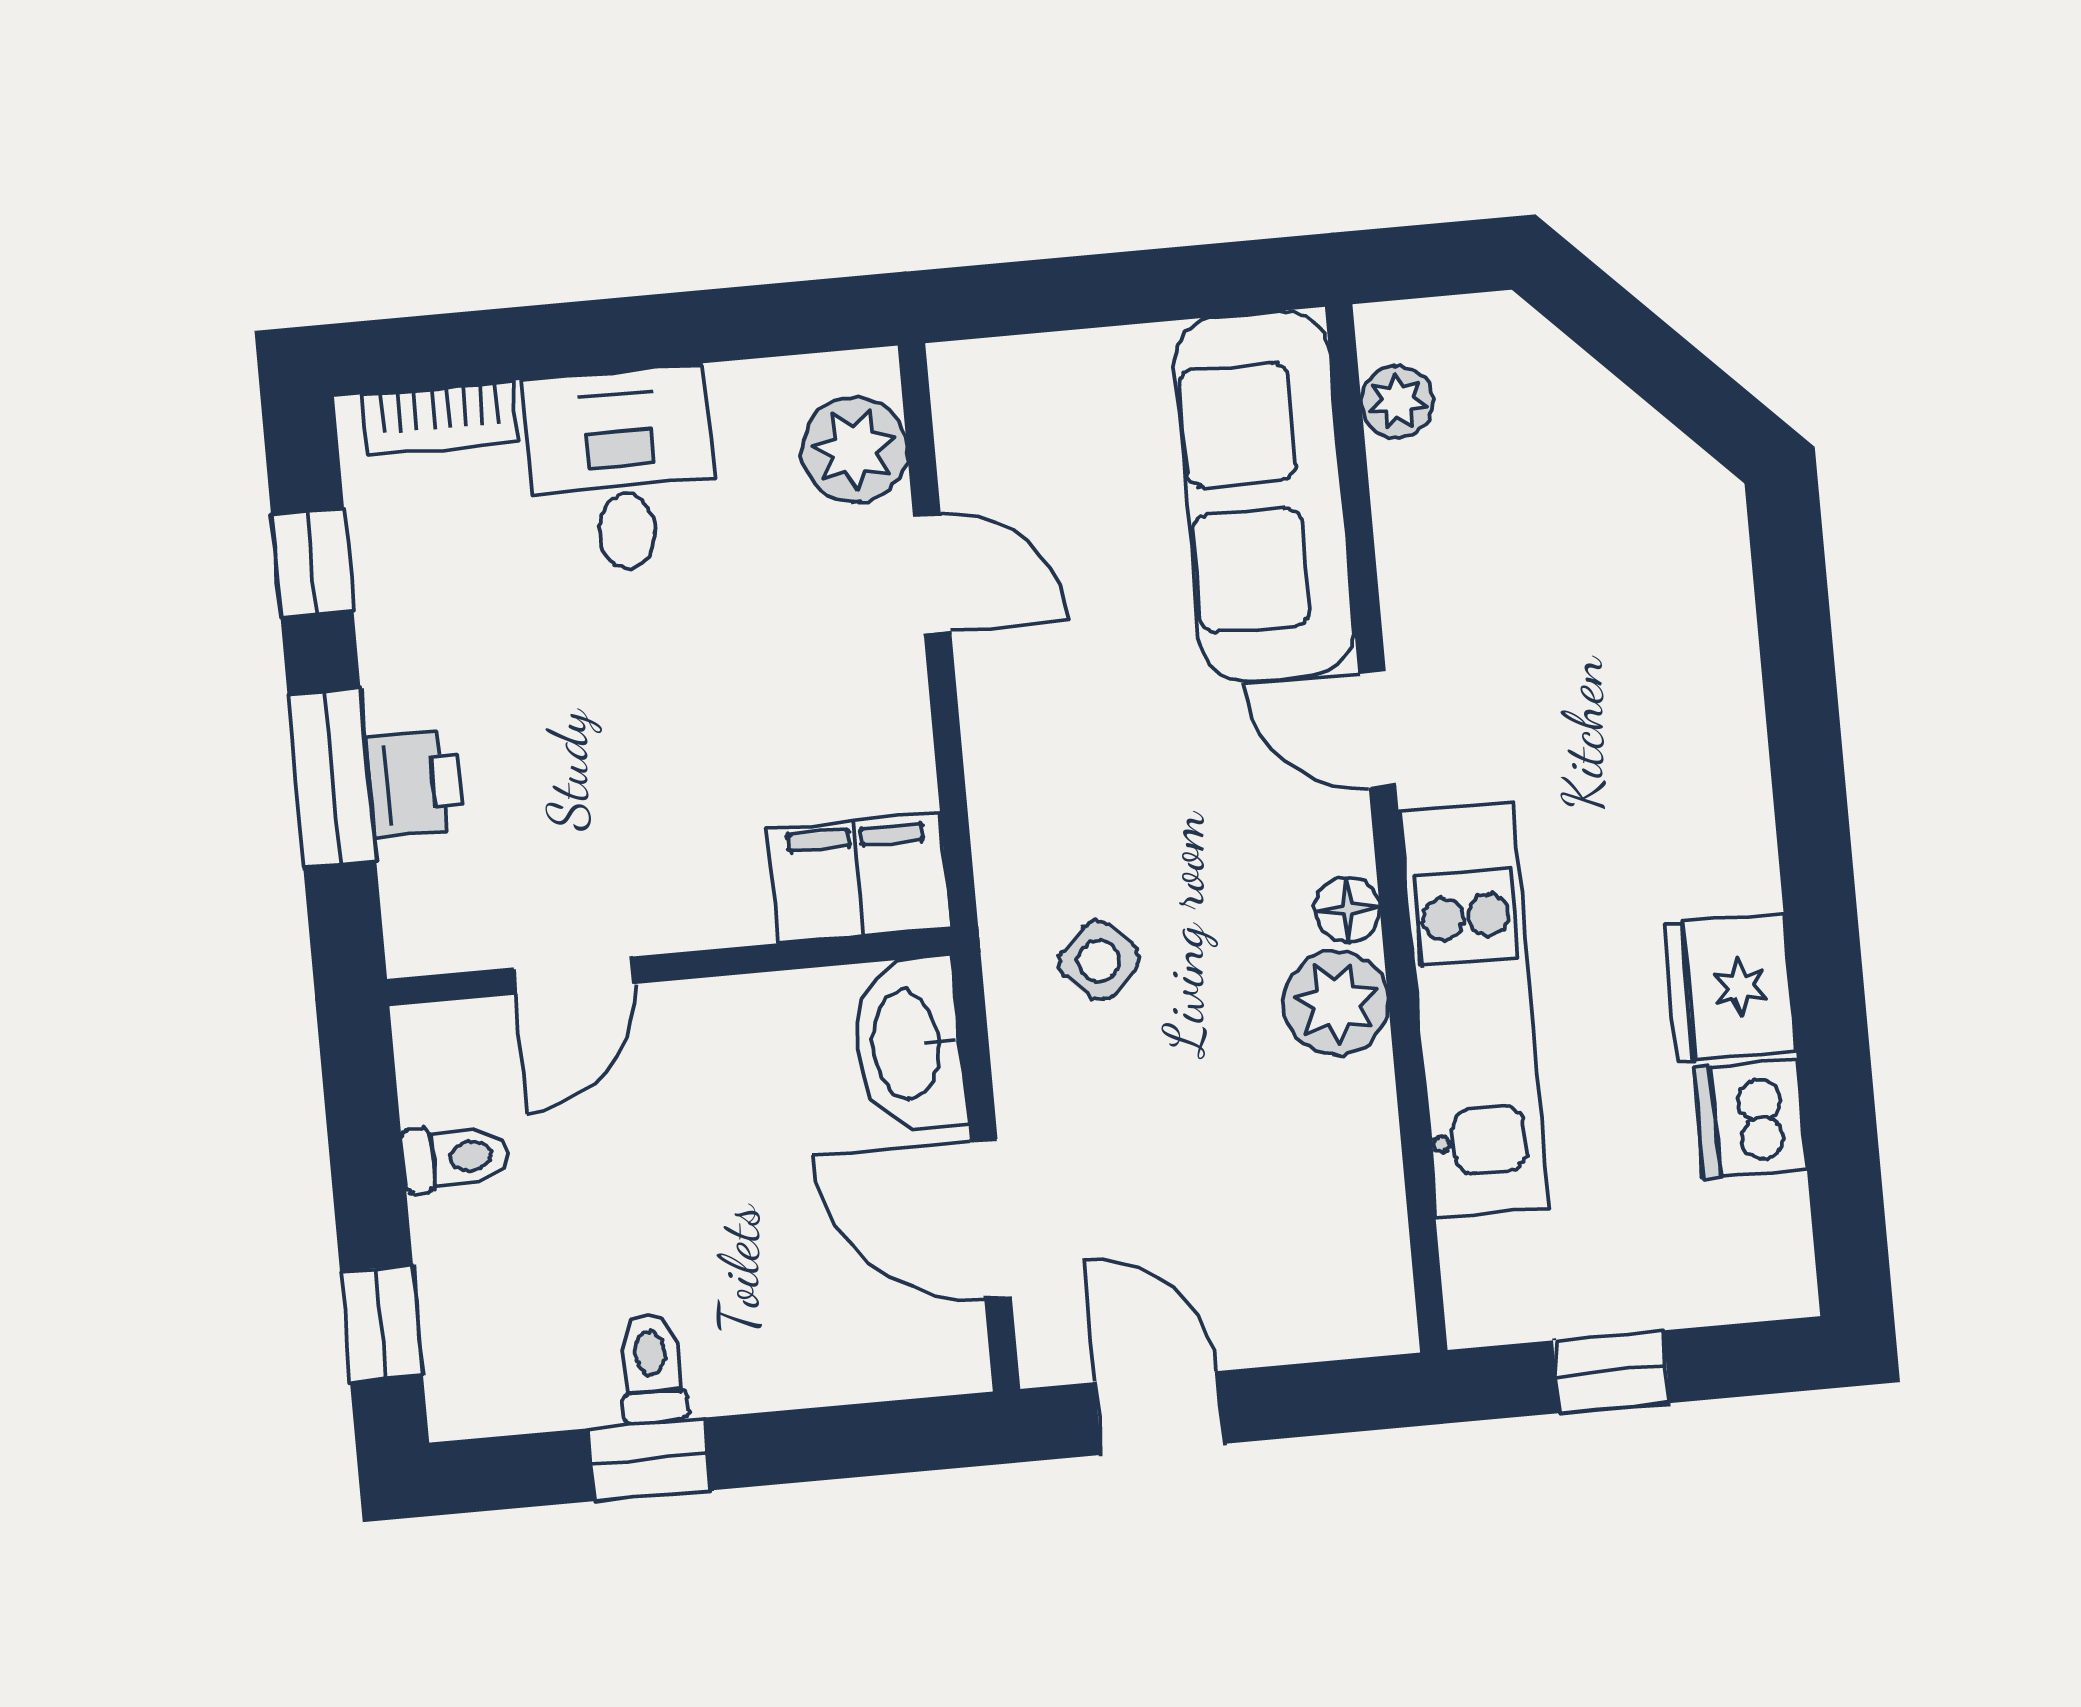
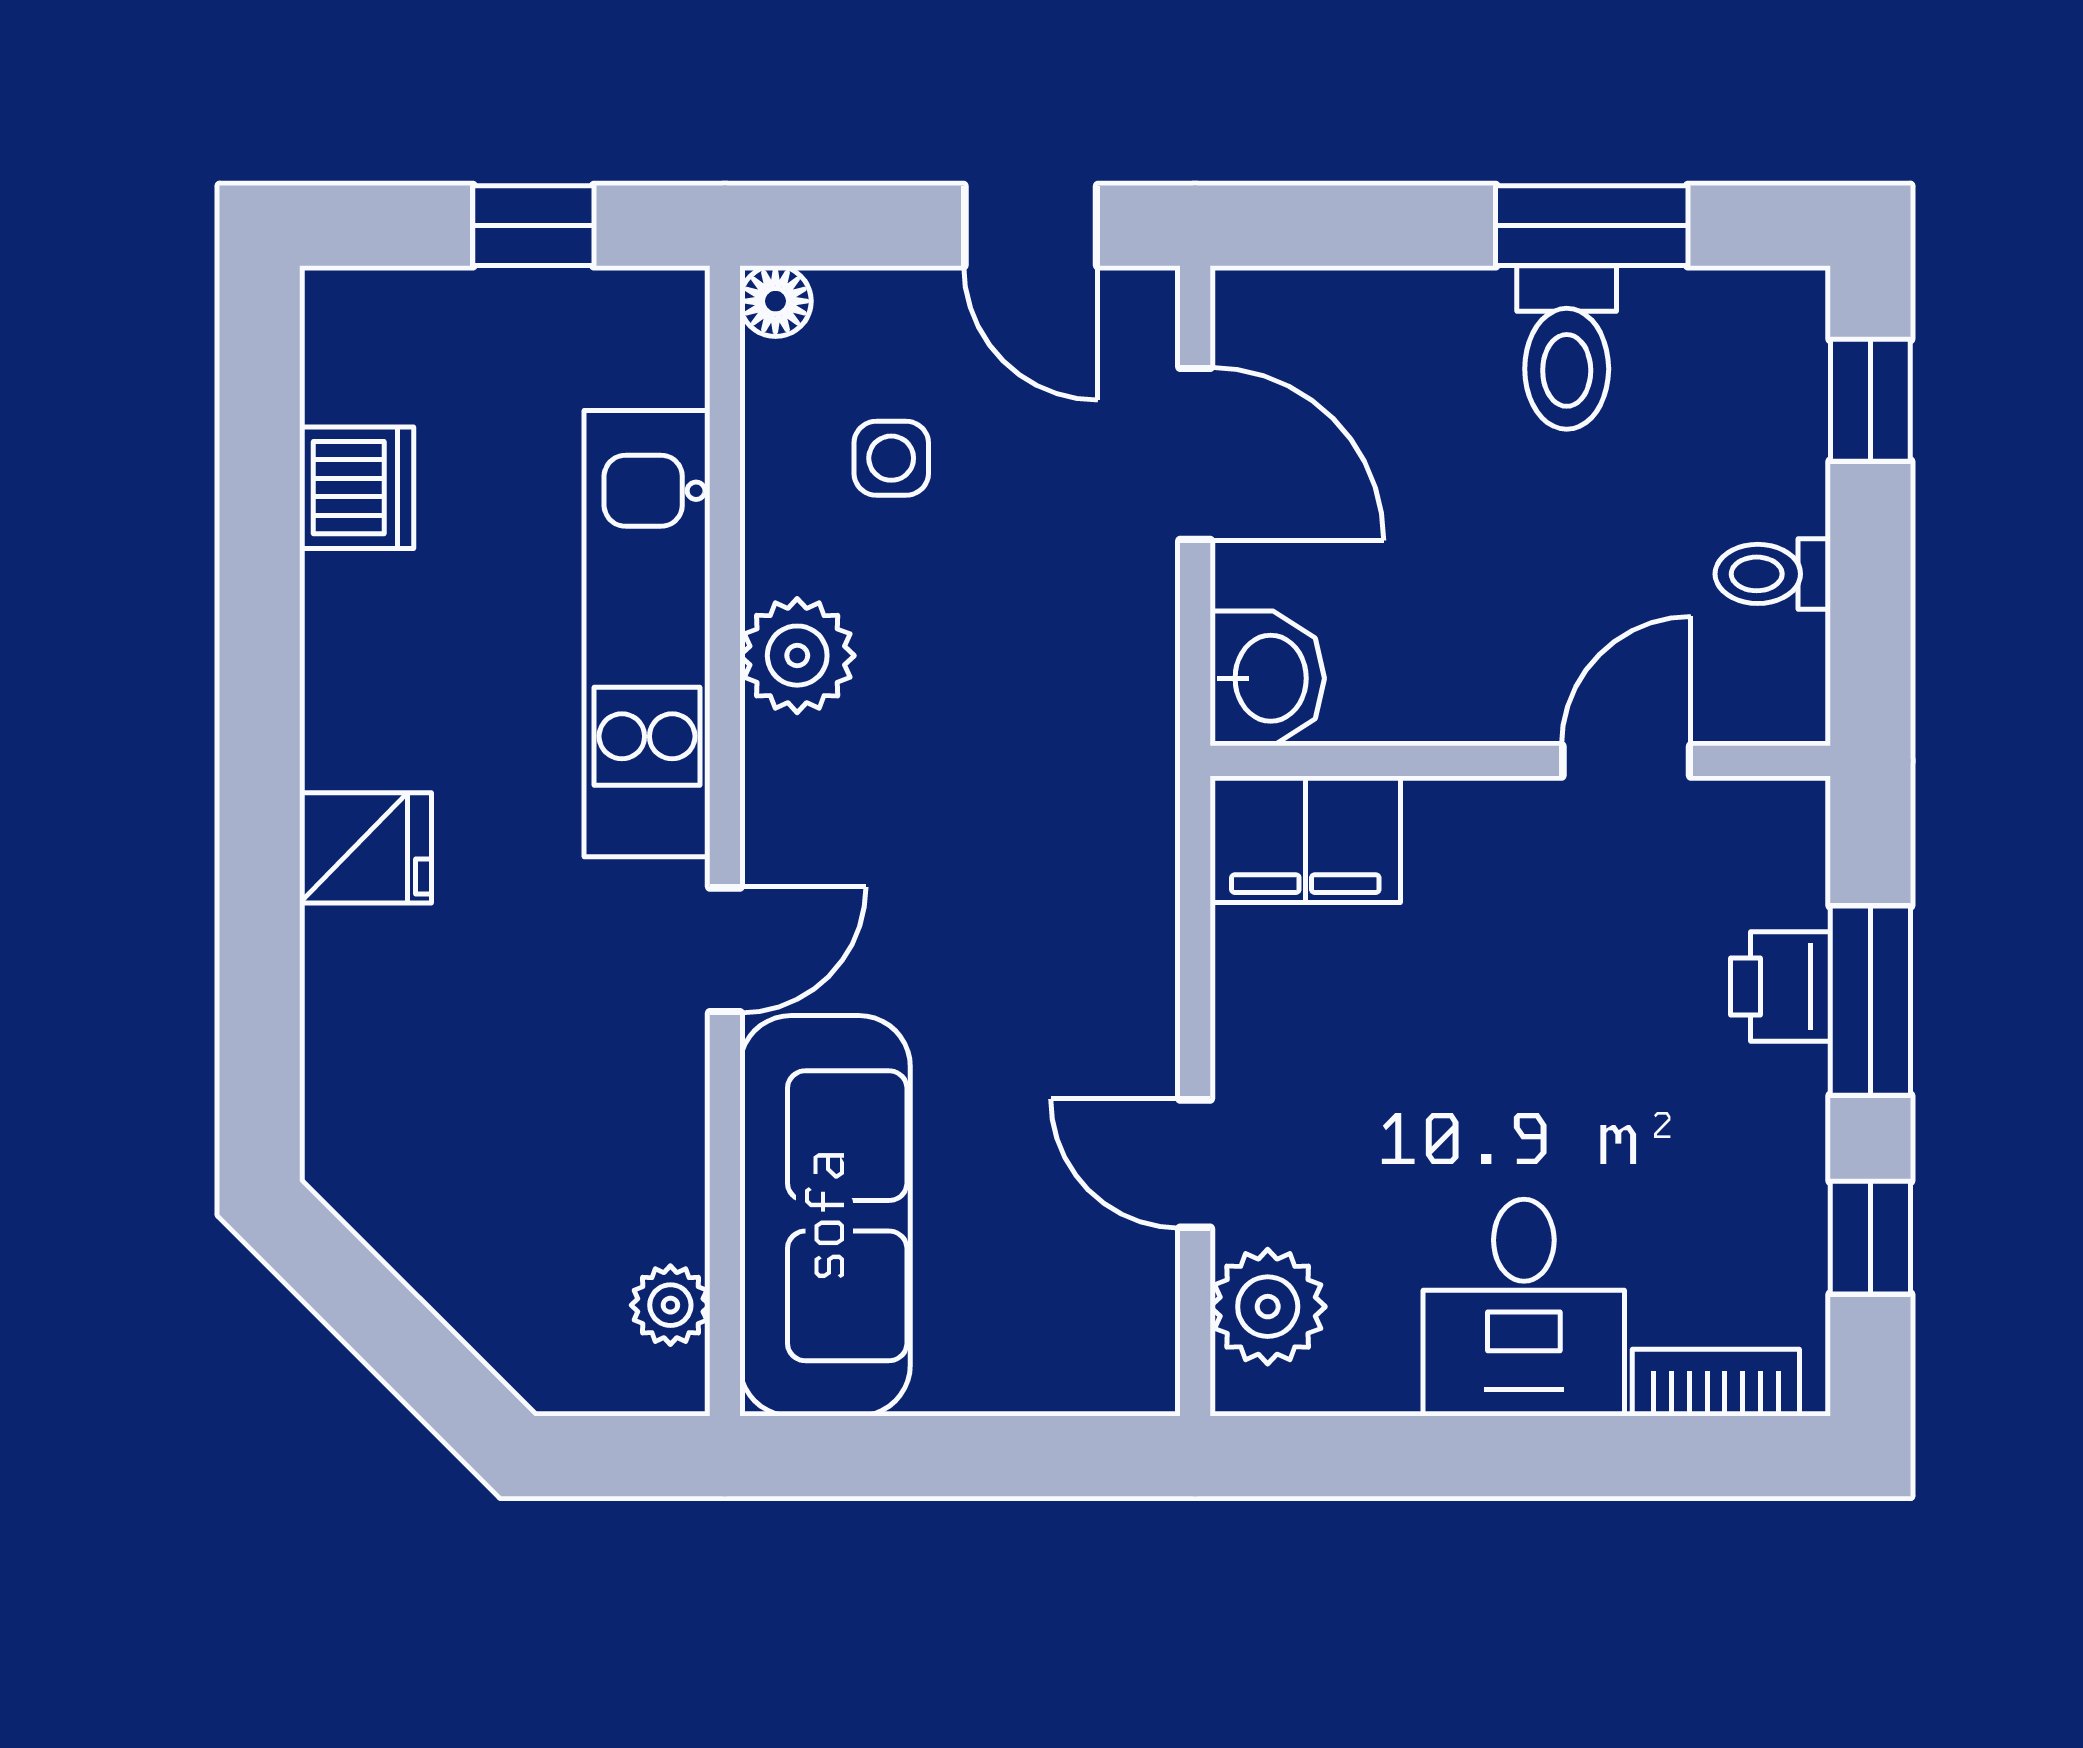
door: (1377, 729) -> (725, 950), hinge flipped
floor lamp: (1347, 909) -> (775, 301), moved
side table: (1098, 961) -> (891, 458), moved, turned 45
fridge: (1730, 988) -> (366, 848), moved, width x0.72
washbasin: (909, 1045) -> (1267, 678), width x0.72
toilet: (652, 1368) -> (1567, 347), width x1.37, depth x1.39
window: (649, 1459) -> (1592, 226), width x1.50

